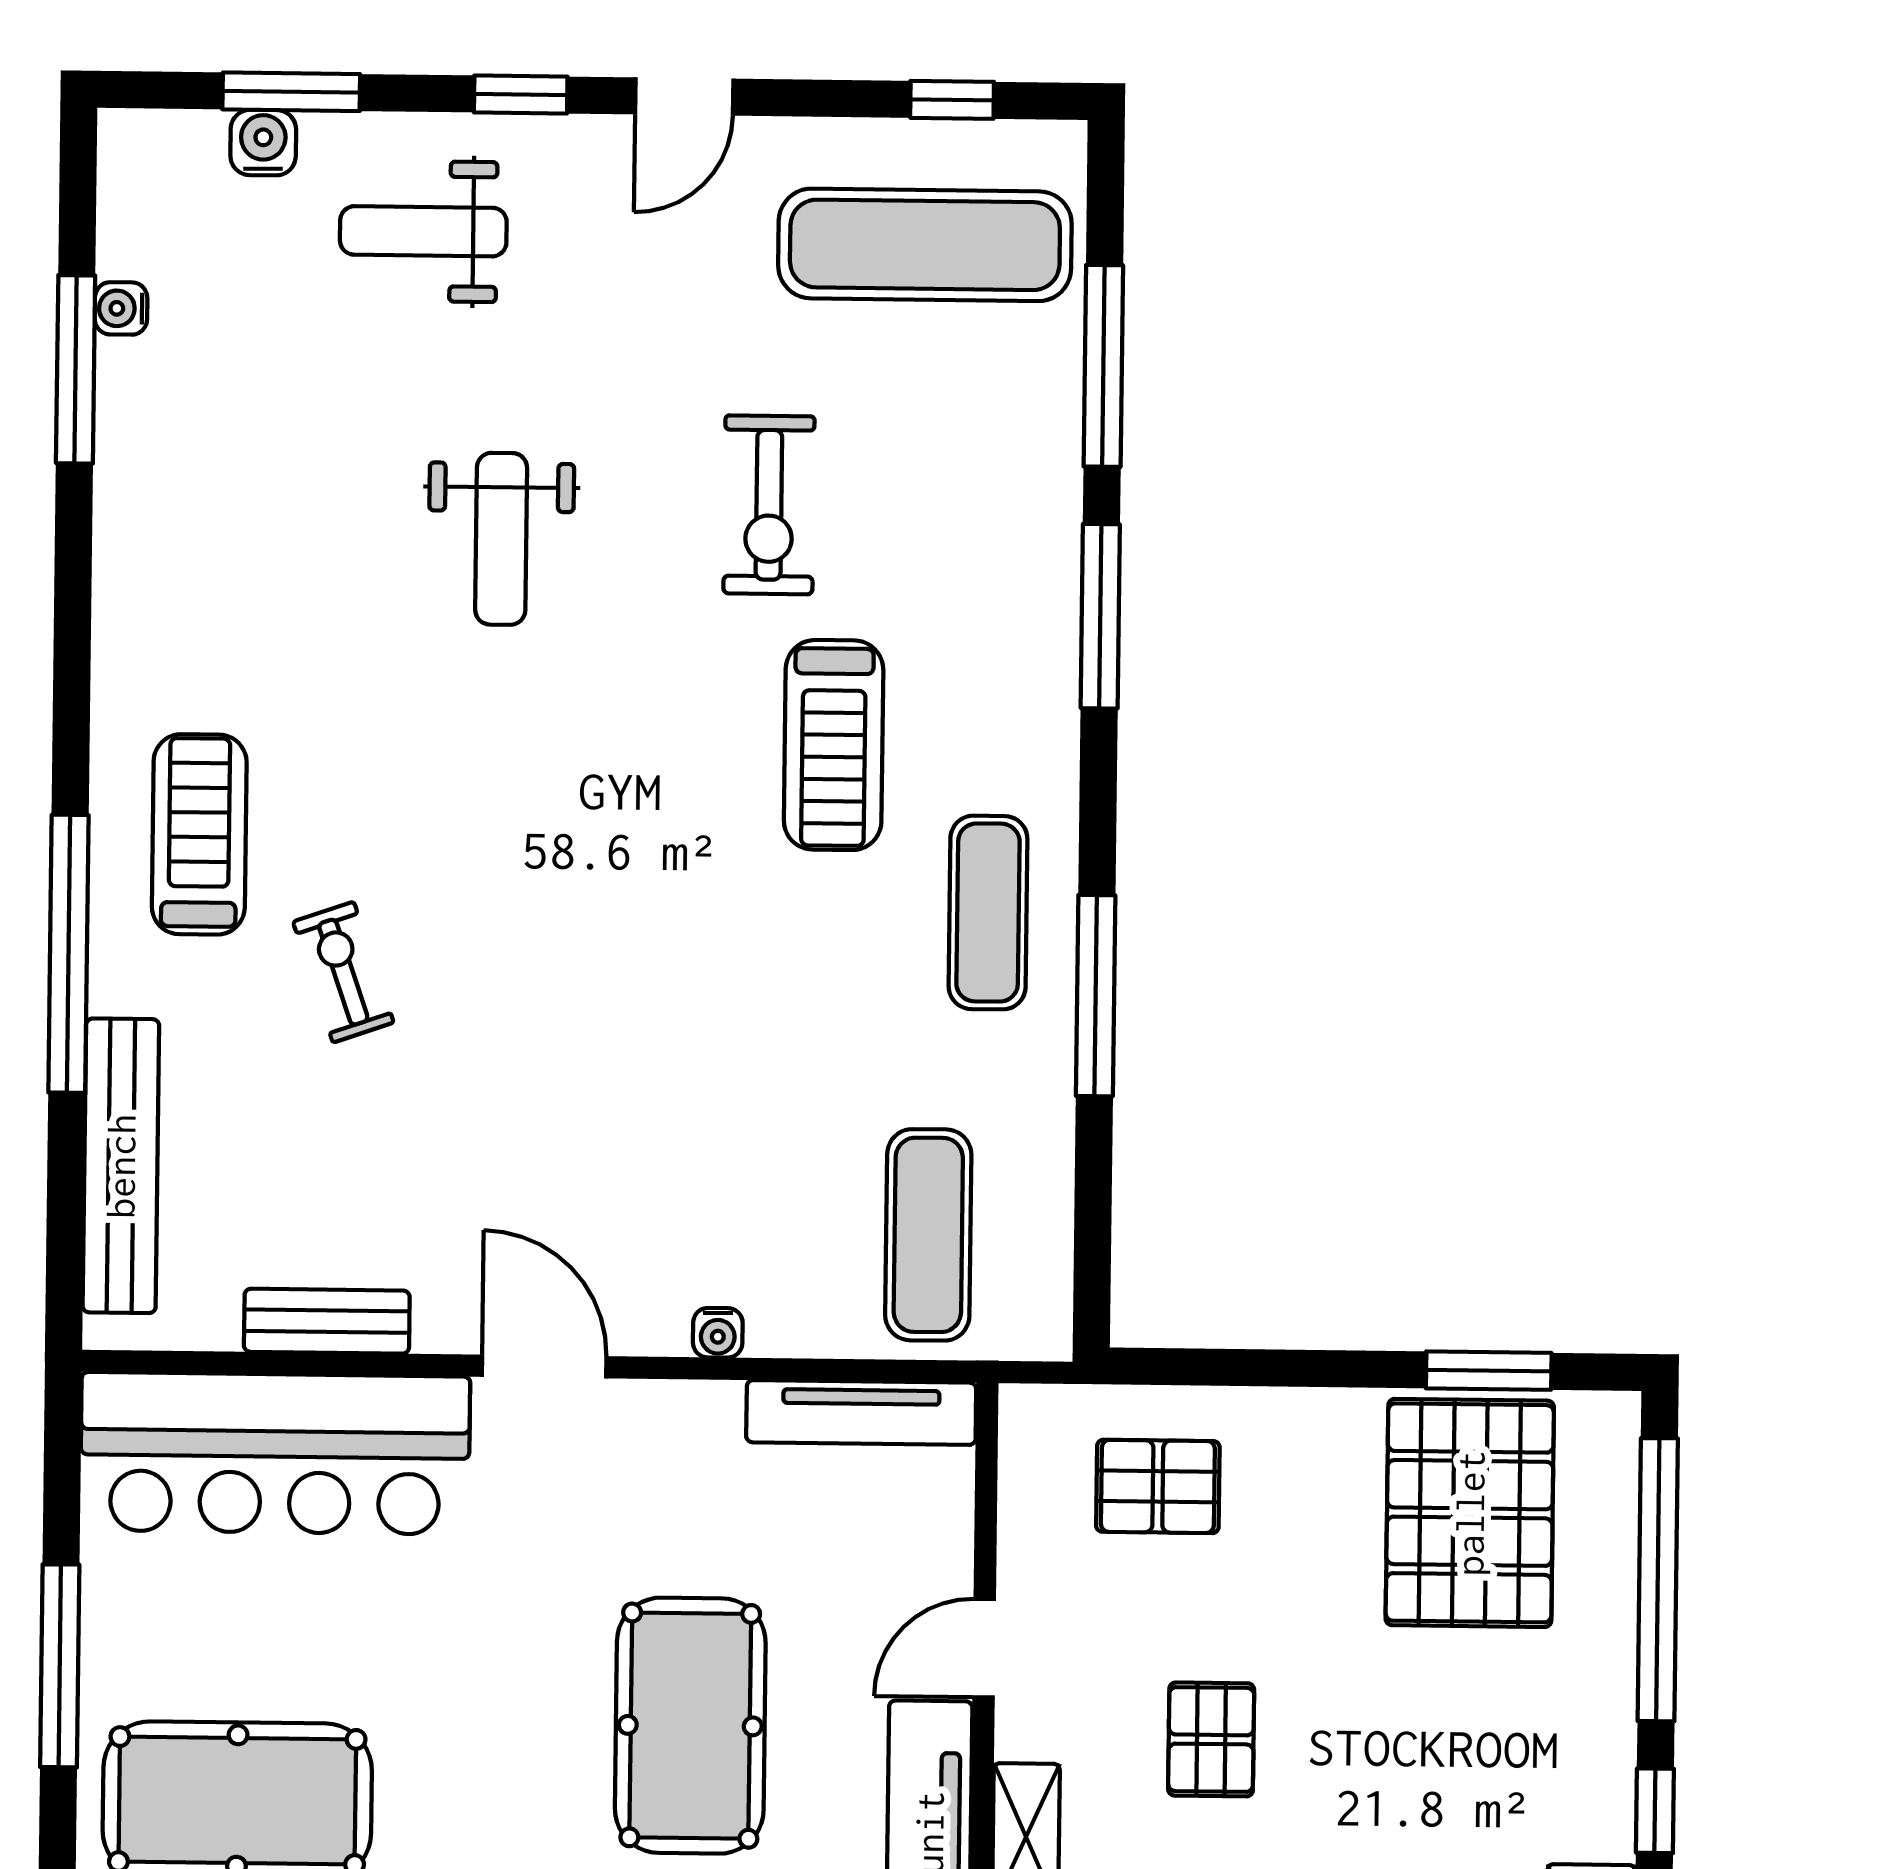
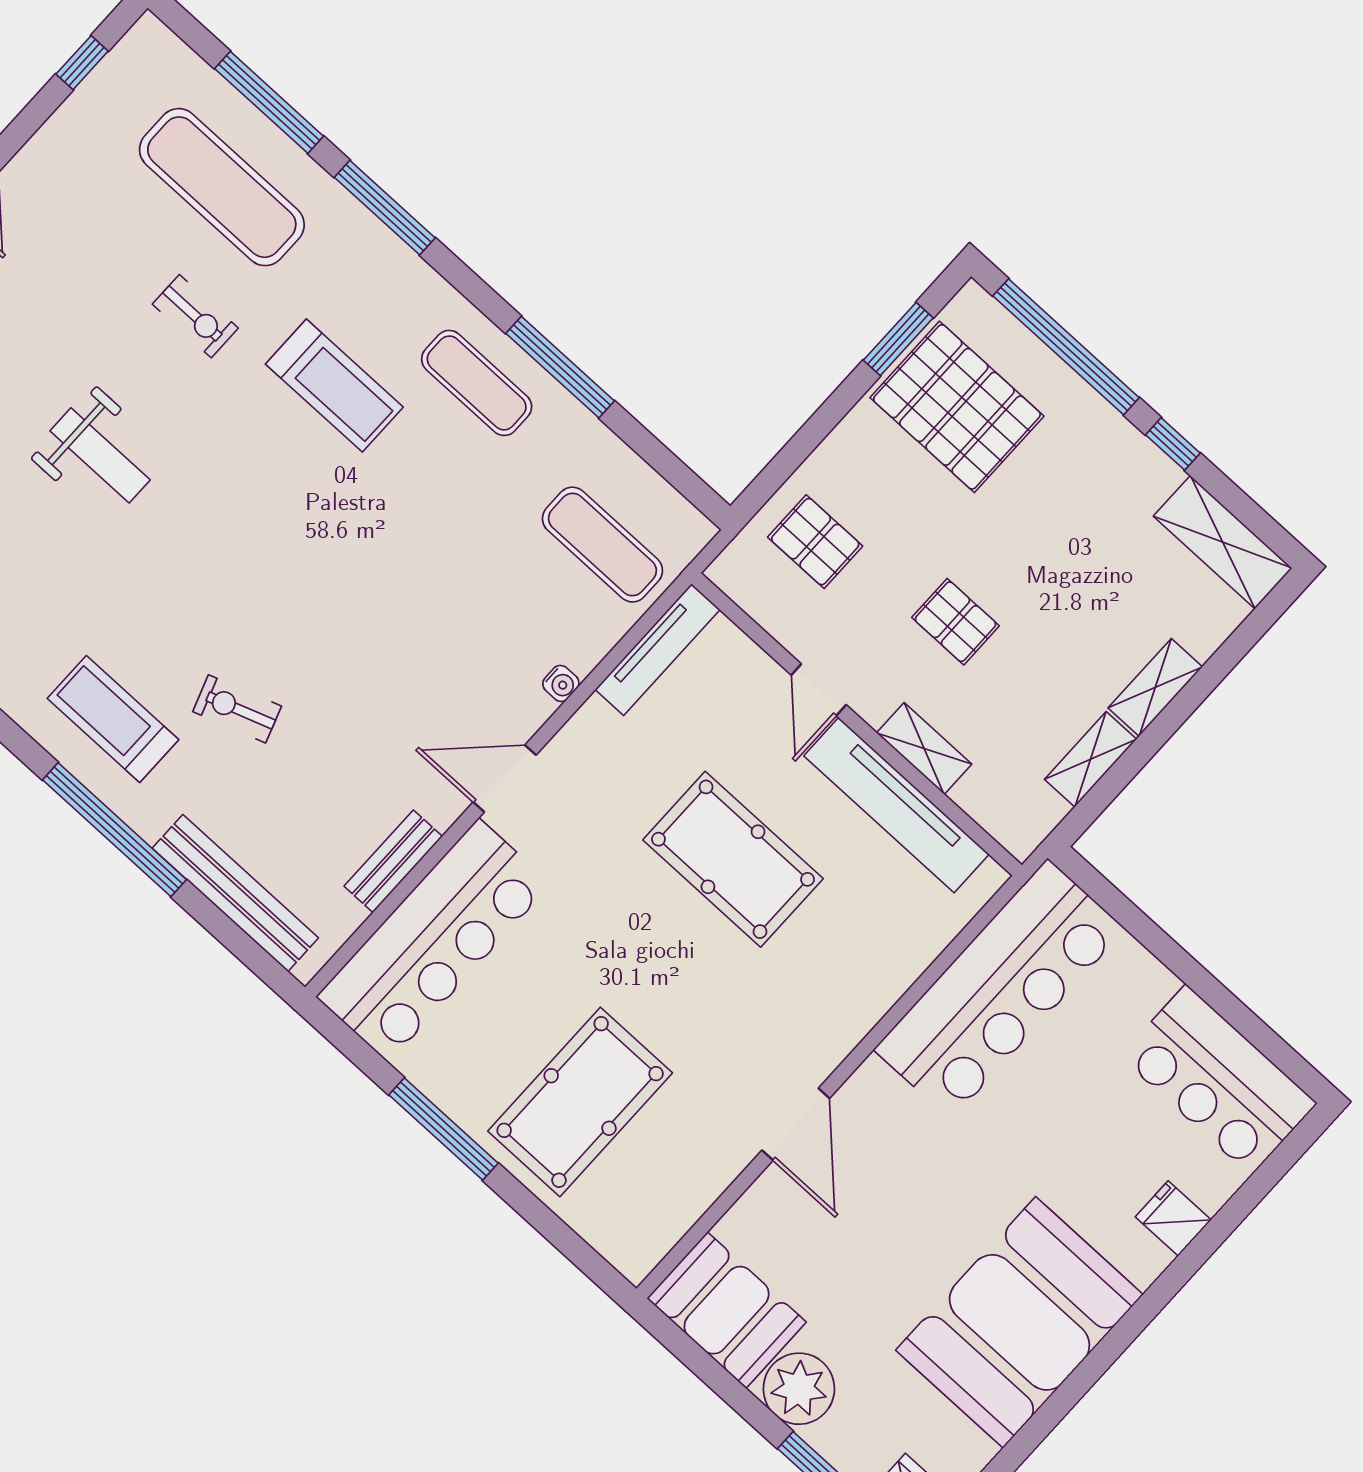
exercise mat: (925, 245) -> (222, 187), moved, turned 90
exercise bike: (769, 505) -> (195, 316), width x0.73, depth x0.72
pallet: (1158, 1486) -> (815, 542), turned 90

